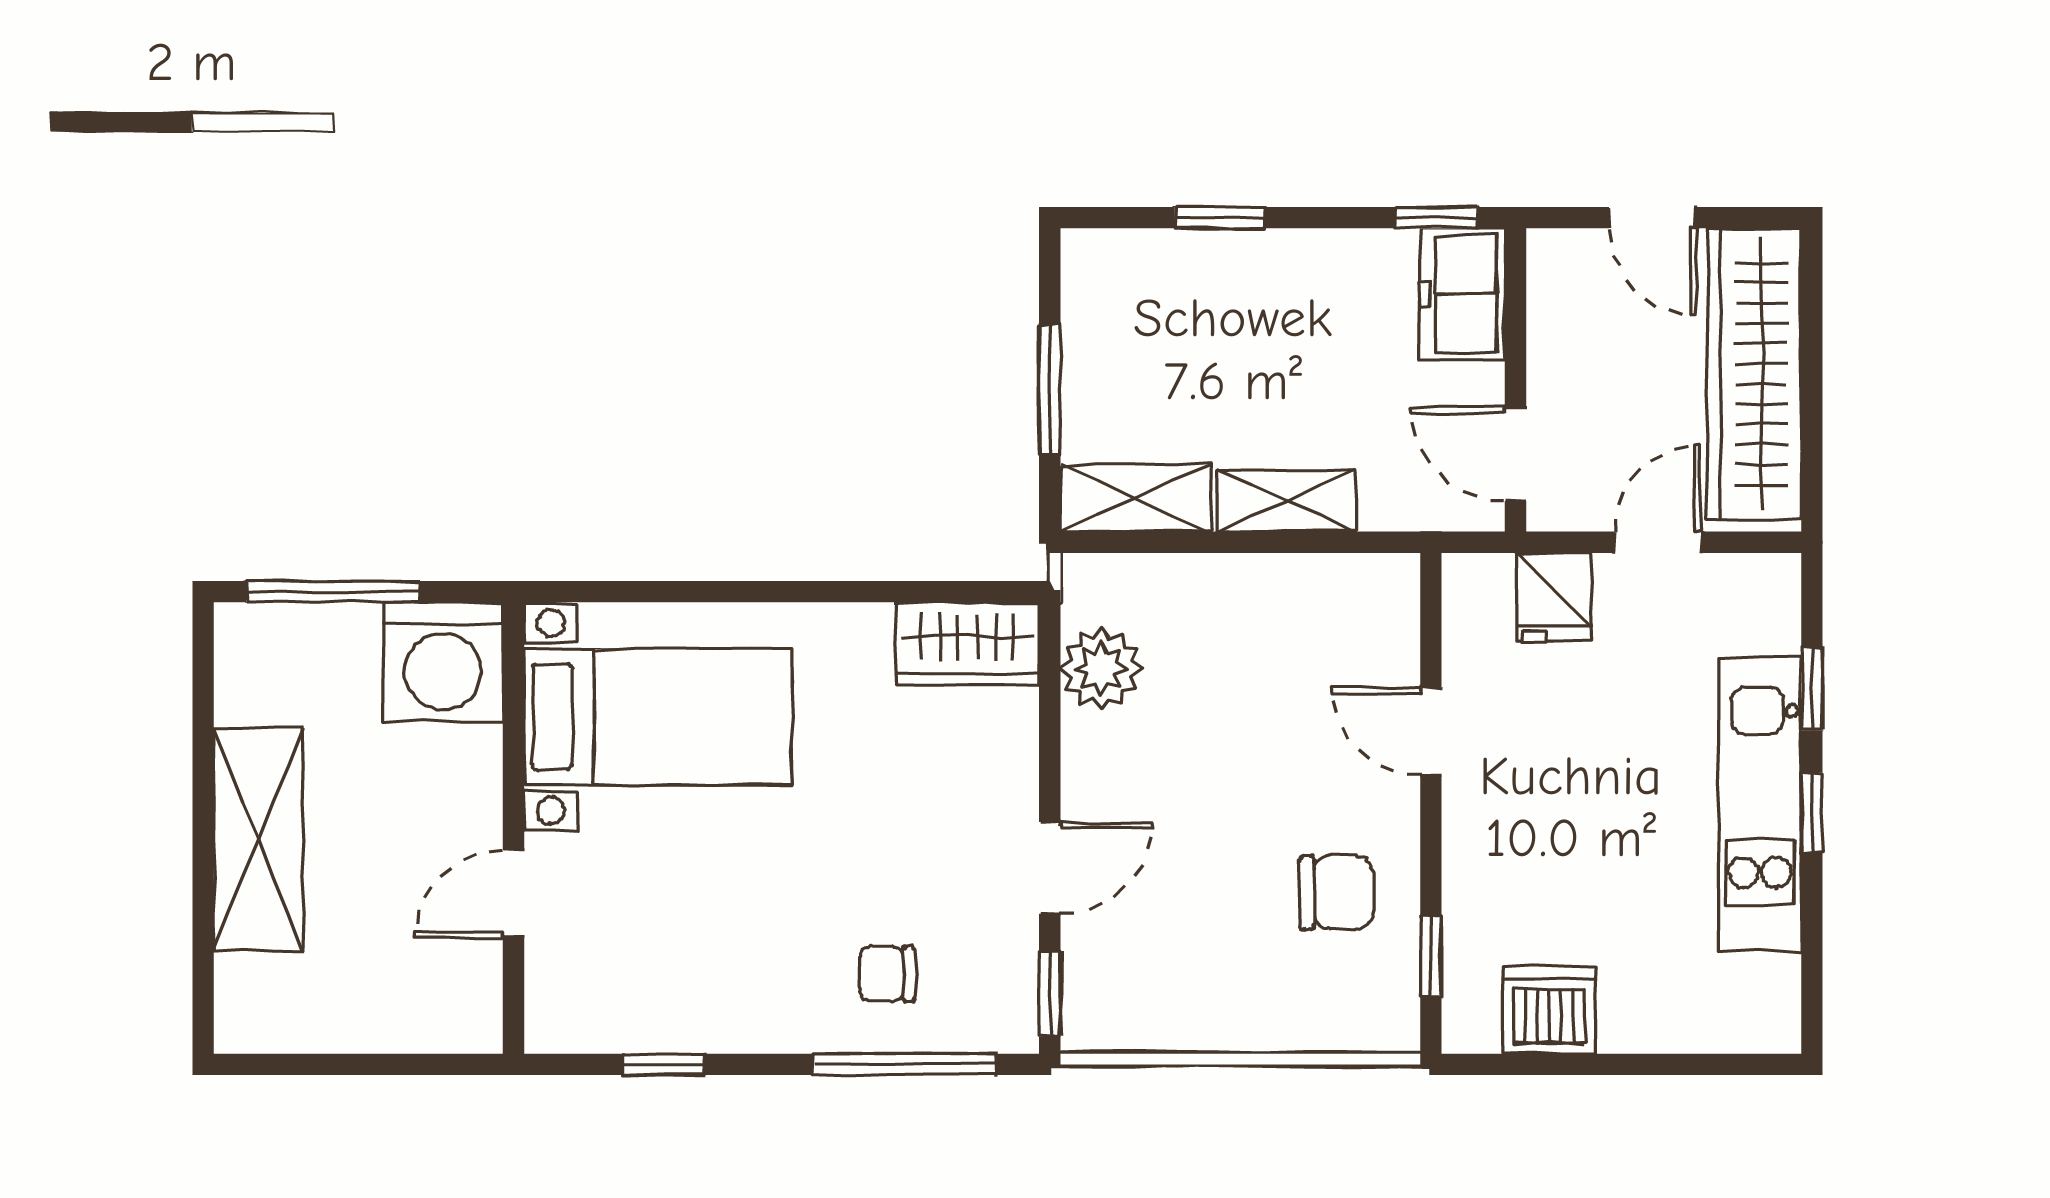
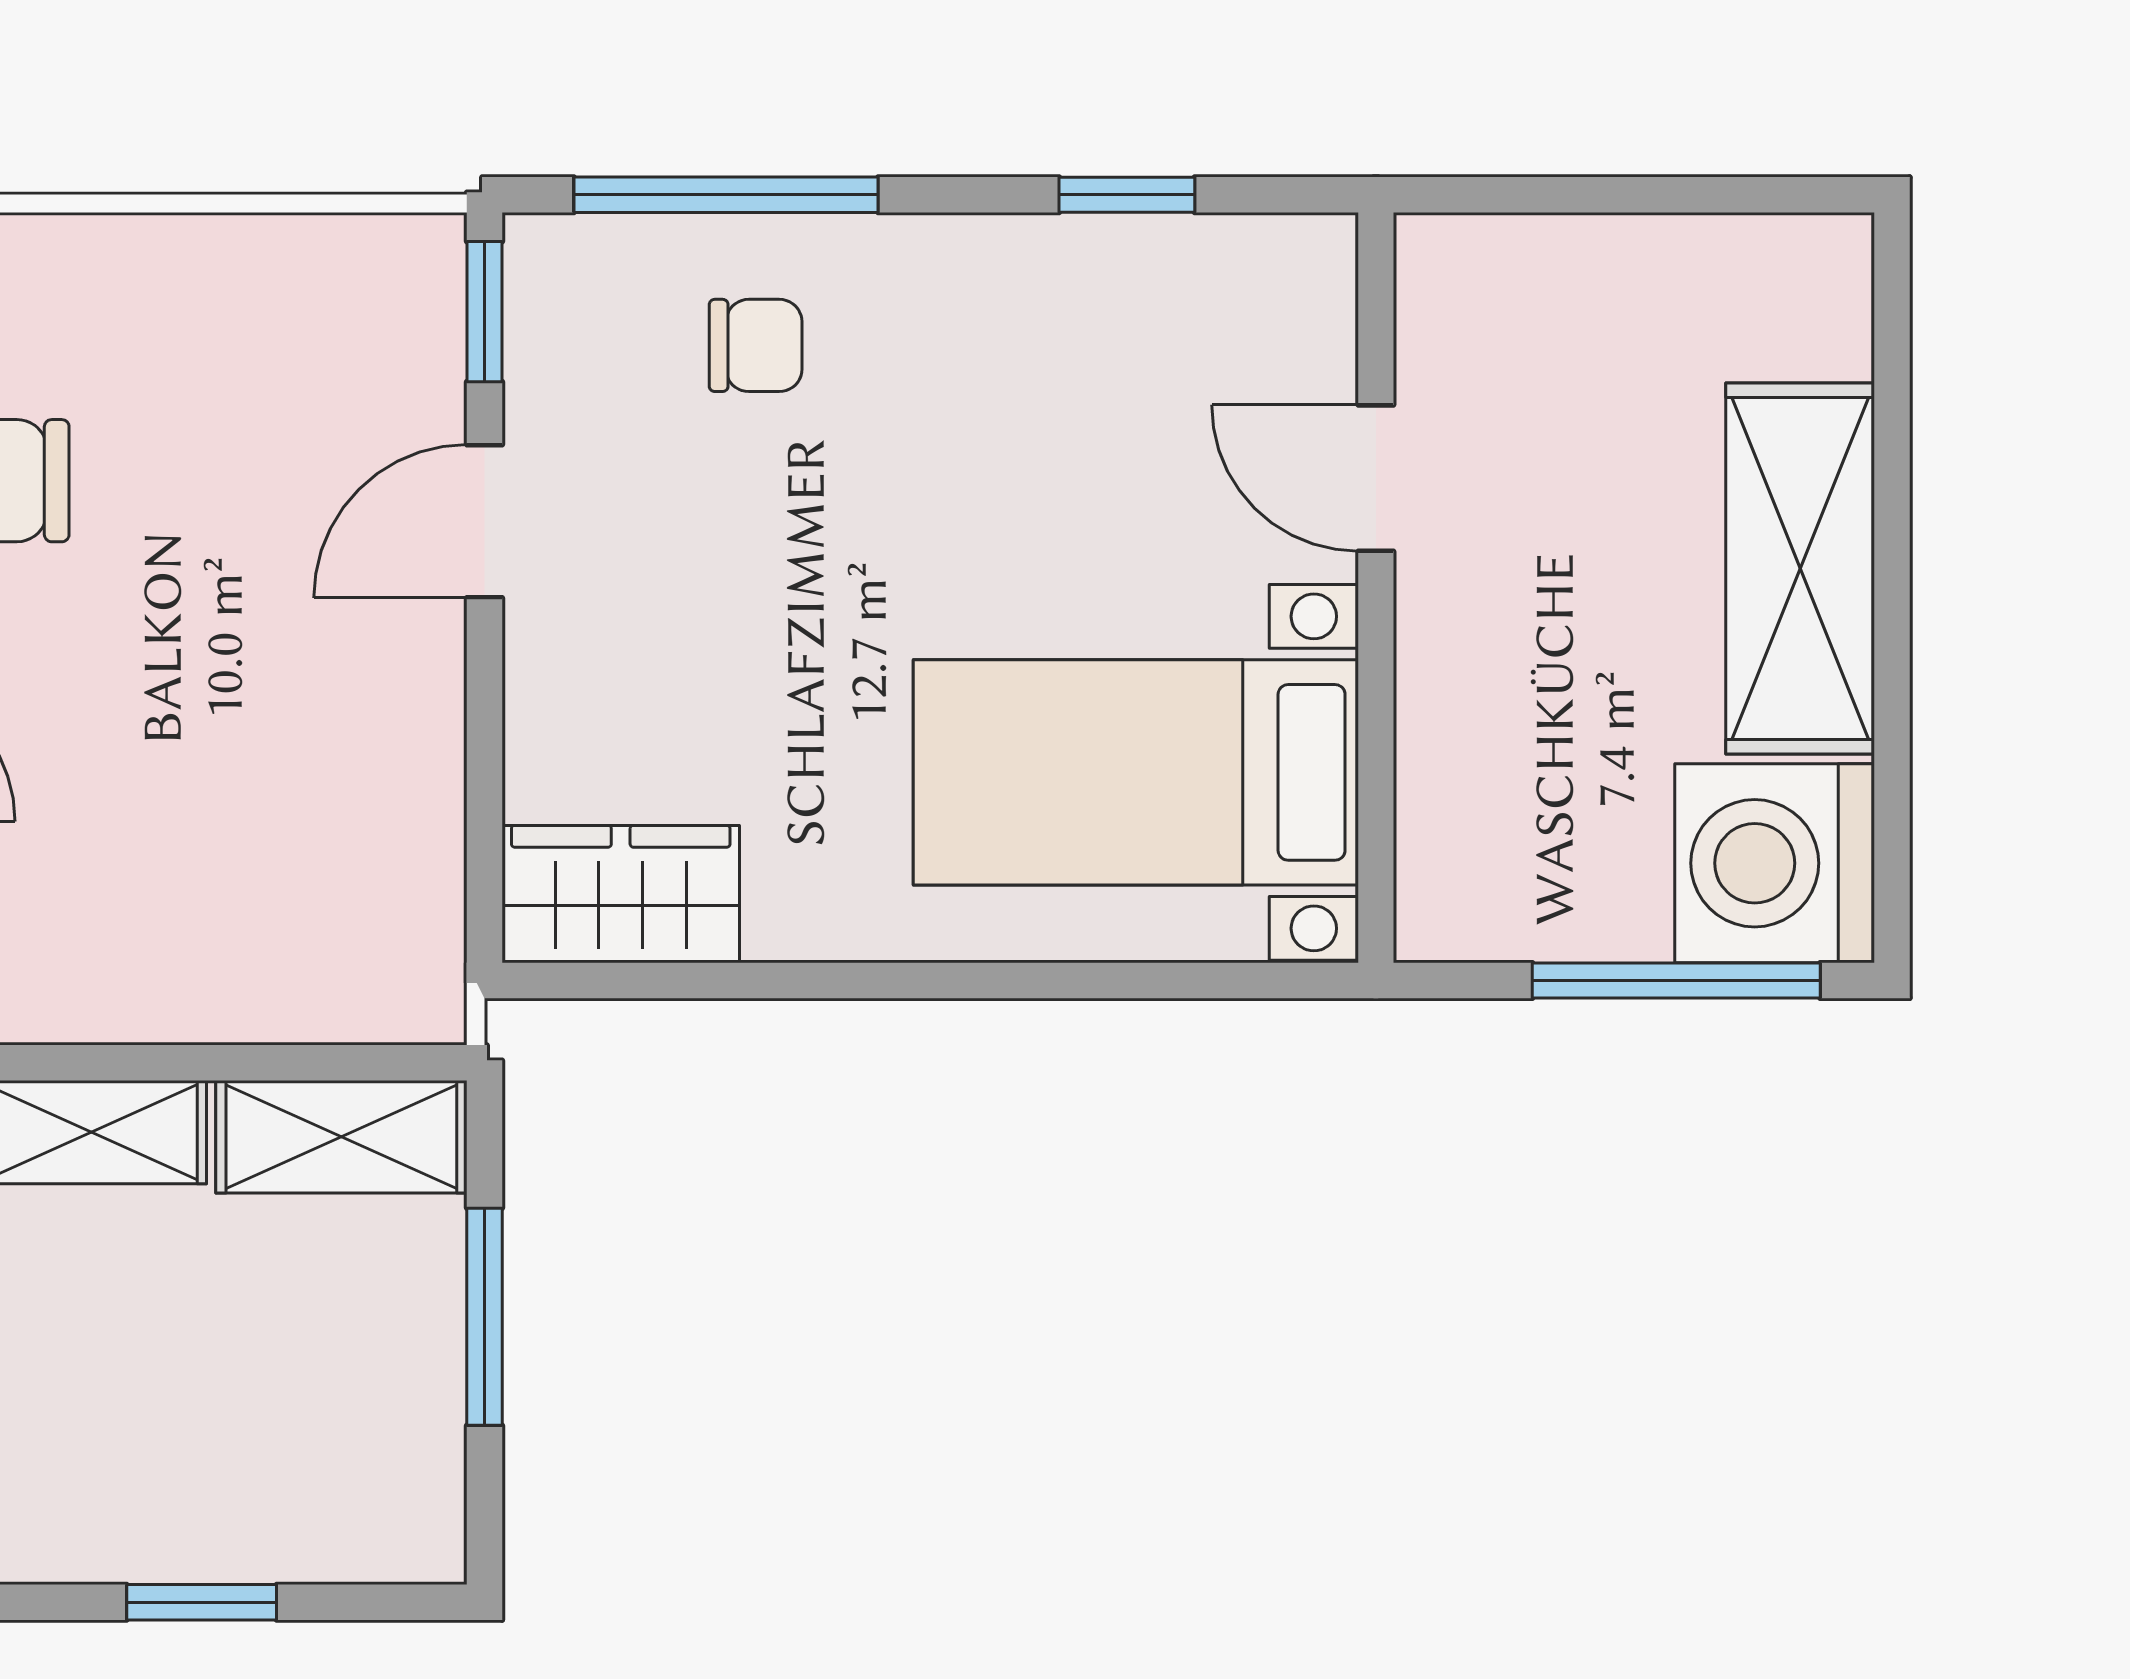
washing machine: (443, 662) -> (1775, 863), moved, turned -90
plant: (1101, 669) -> (399, 852), removed
door: (514, 894) -> (1376, 478), swing flipped

